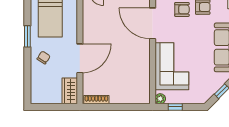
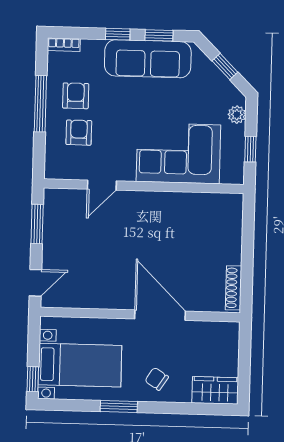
door: (153, 23) -> (102, 185), width x0.53
wardrobe: (70, 91) -> (215, 390), moved, turned 180
plant: (160, 99) -> (237, 115), moved

